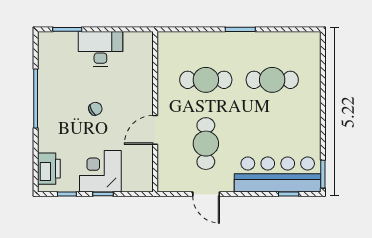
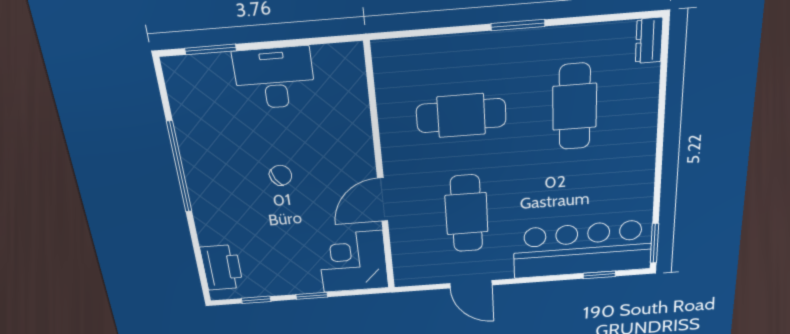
dresser: (314, 44) -> (649, 40), added
cafe table: (272, 80) -> (575, 107), turned 90
corner desk: (100, 171) -> (353, 262), moved

